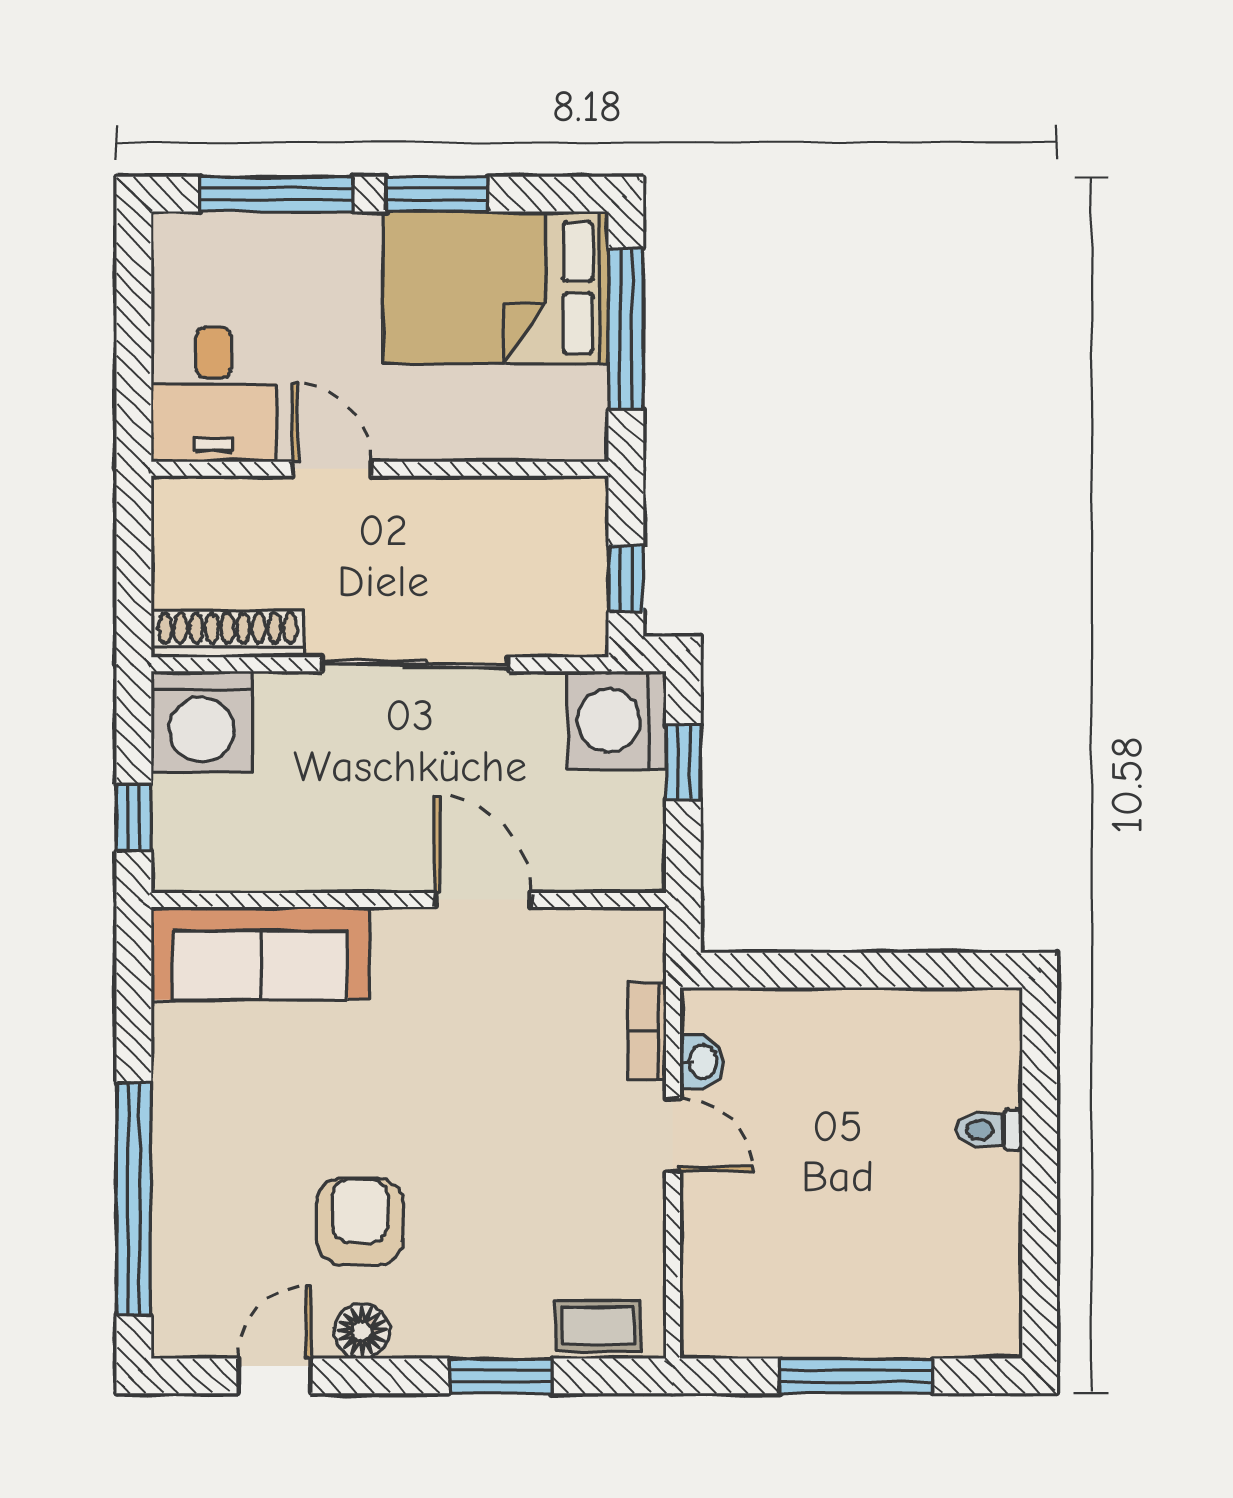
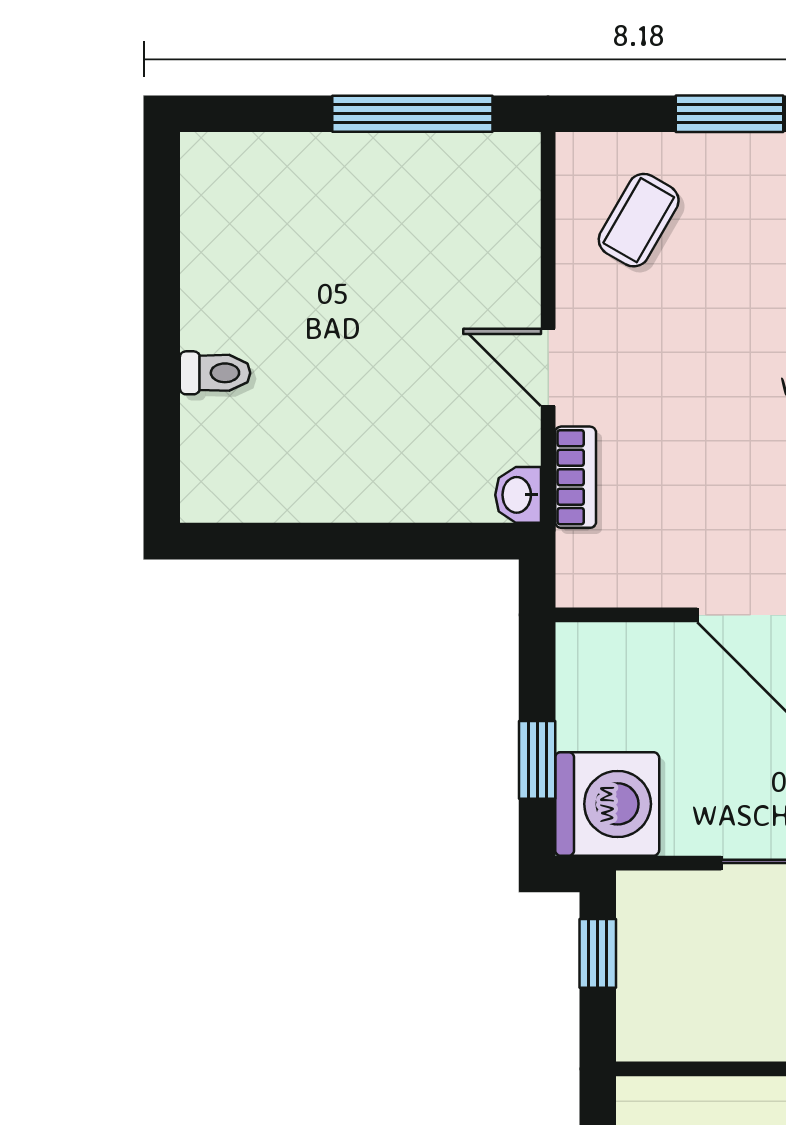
washbasin: (701, 1062) -> (518, 495), moved
coffee table: (598, 1326) -> (639, 220), moved, turned -60
window: (856, 1376) -> (412, 114), moved

